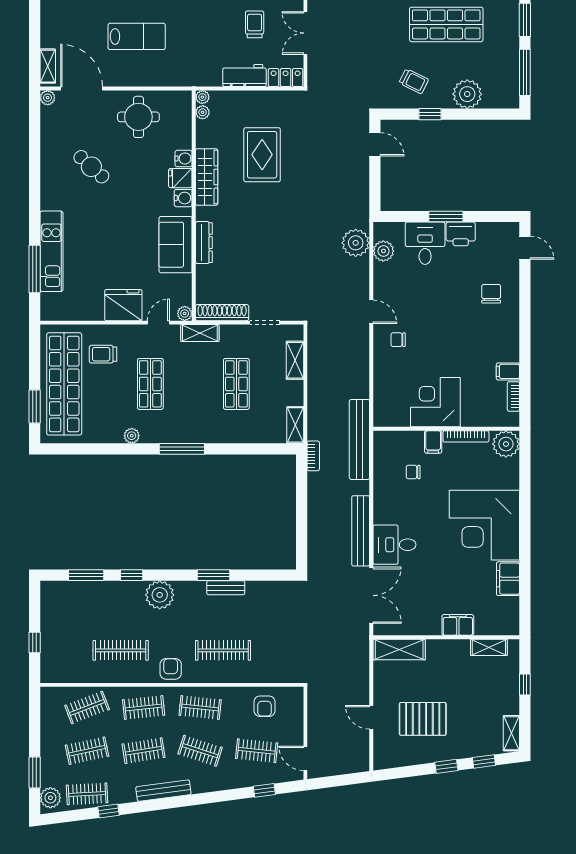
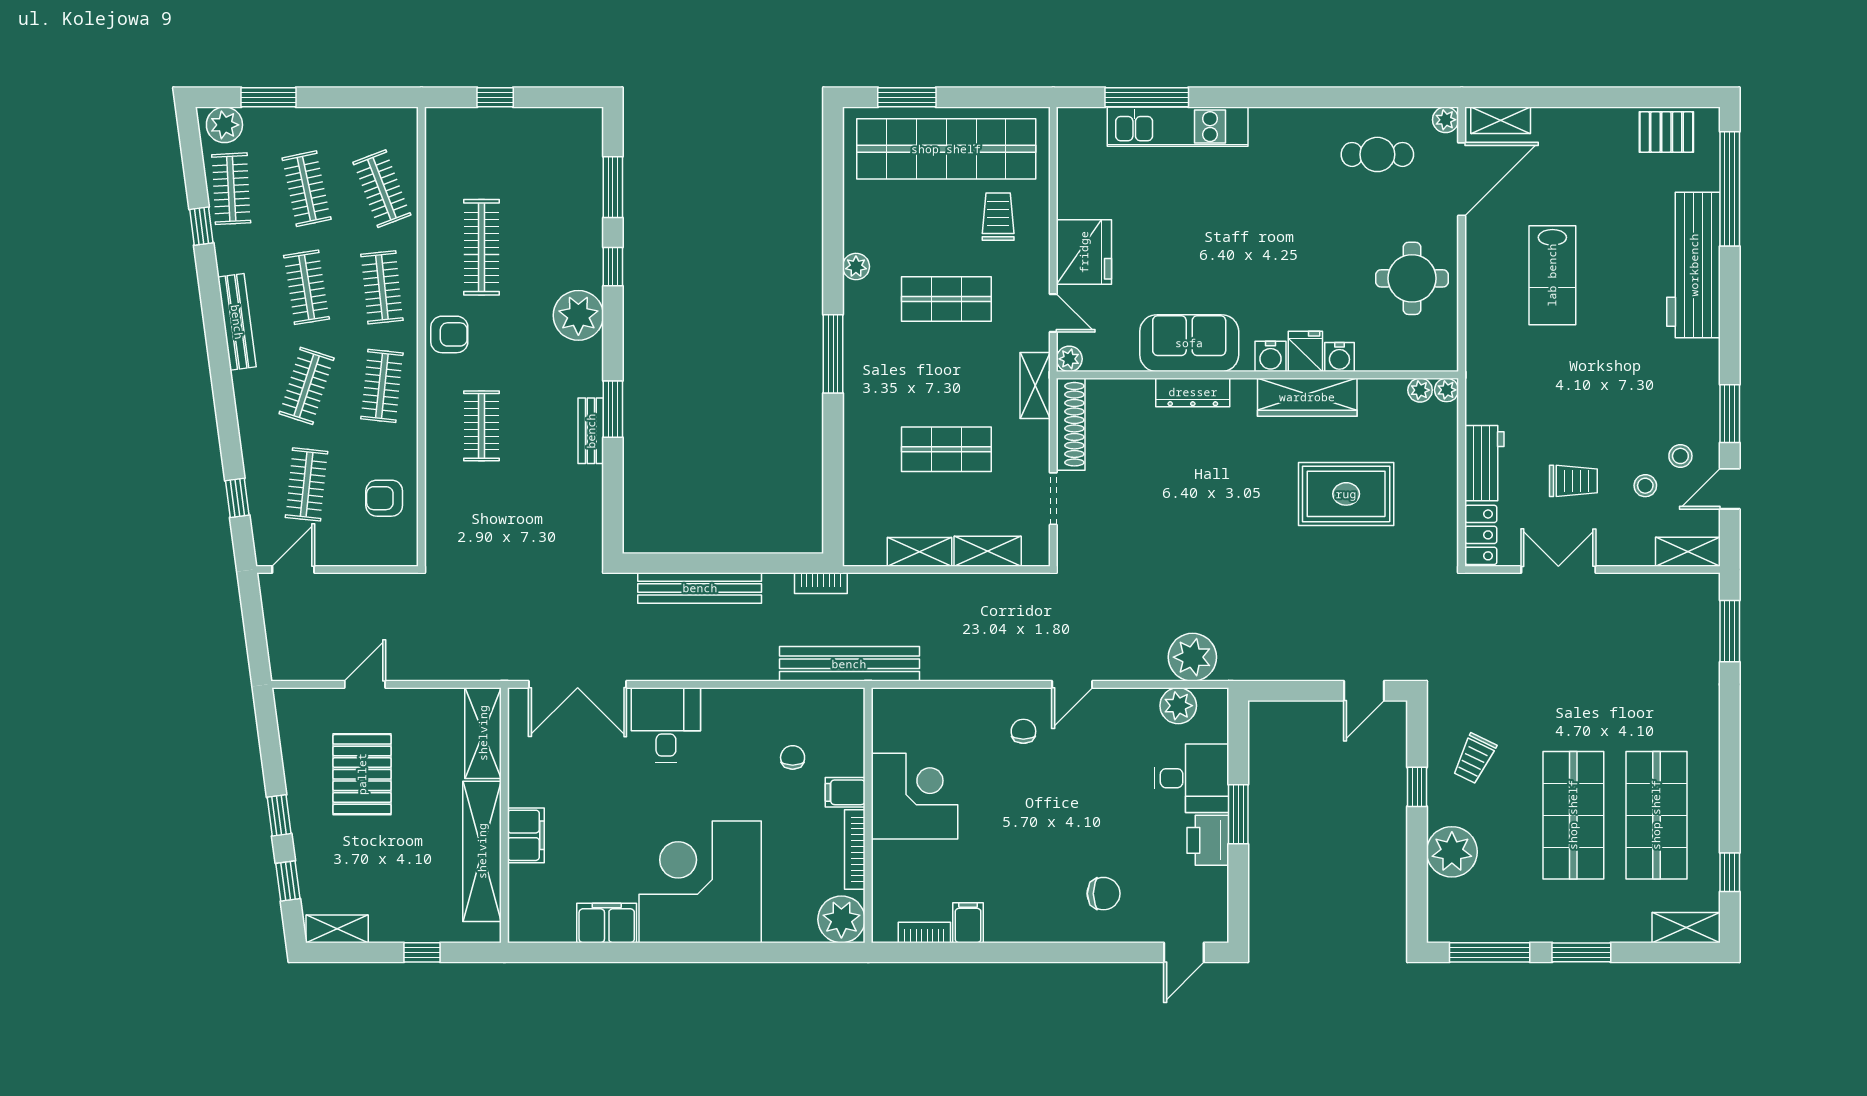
cafe table: (91, 167) -> (1377, 154), moved, turned 48
shelving: (295, 425) -> (919, 552), moved
bench: (361, 531) -> (700, 588), moved
shelving: (489, 647) -> (482, 851), width x2.20, depth x1.33
clothes rail: (223, 650) -> (482, 426), width x0.73

